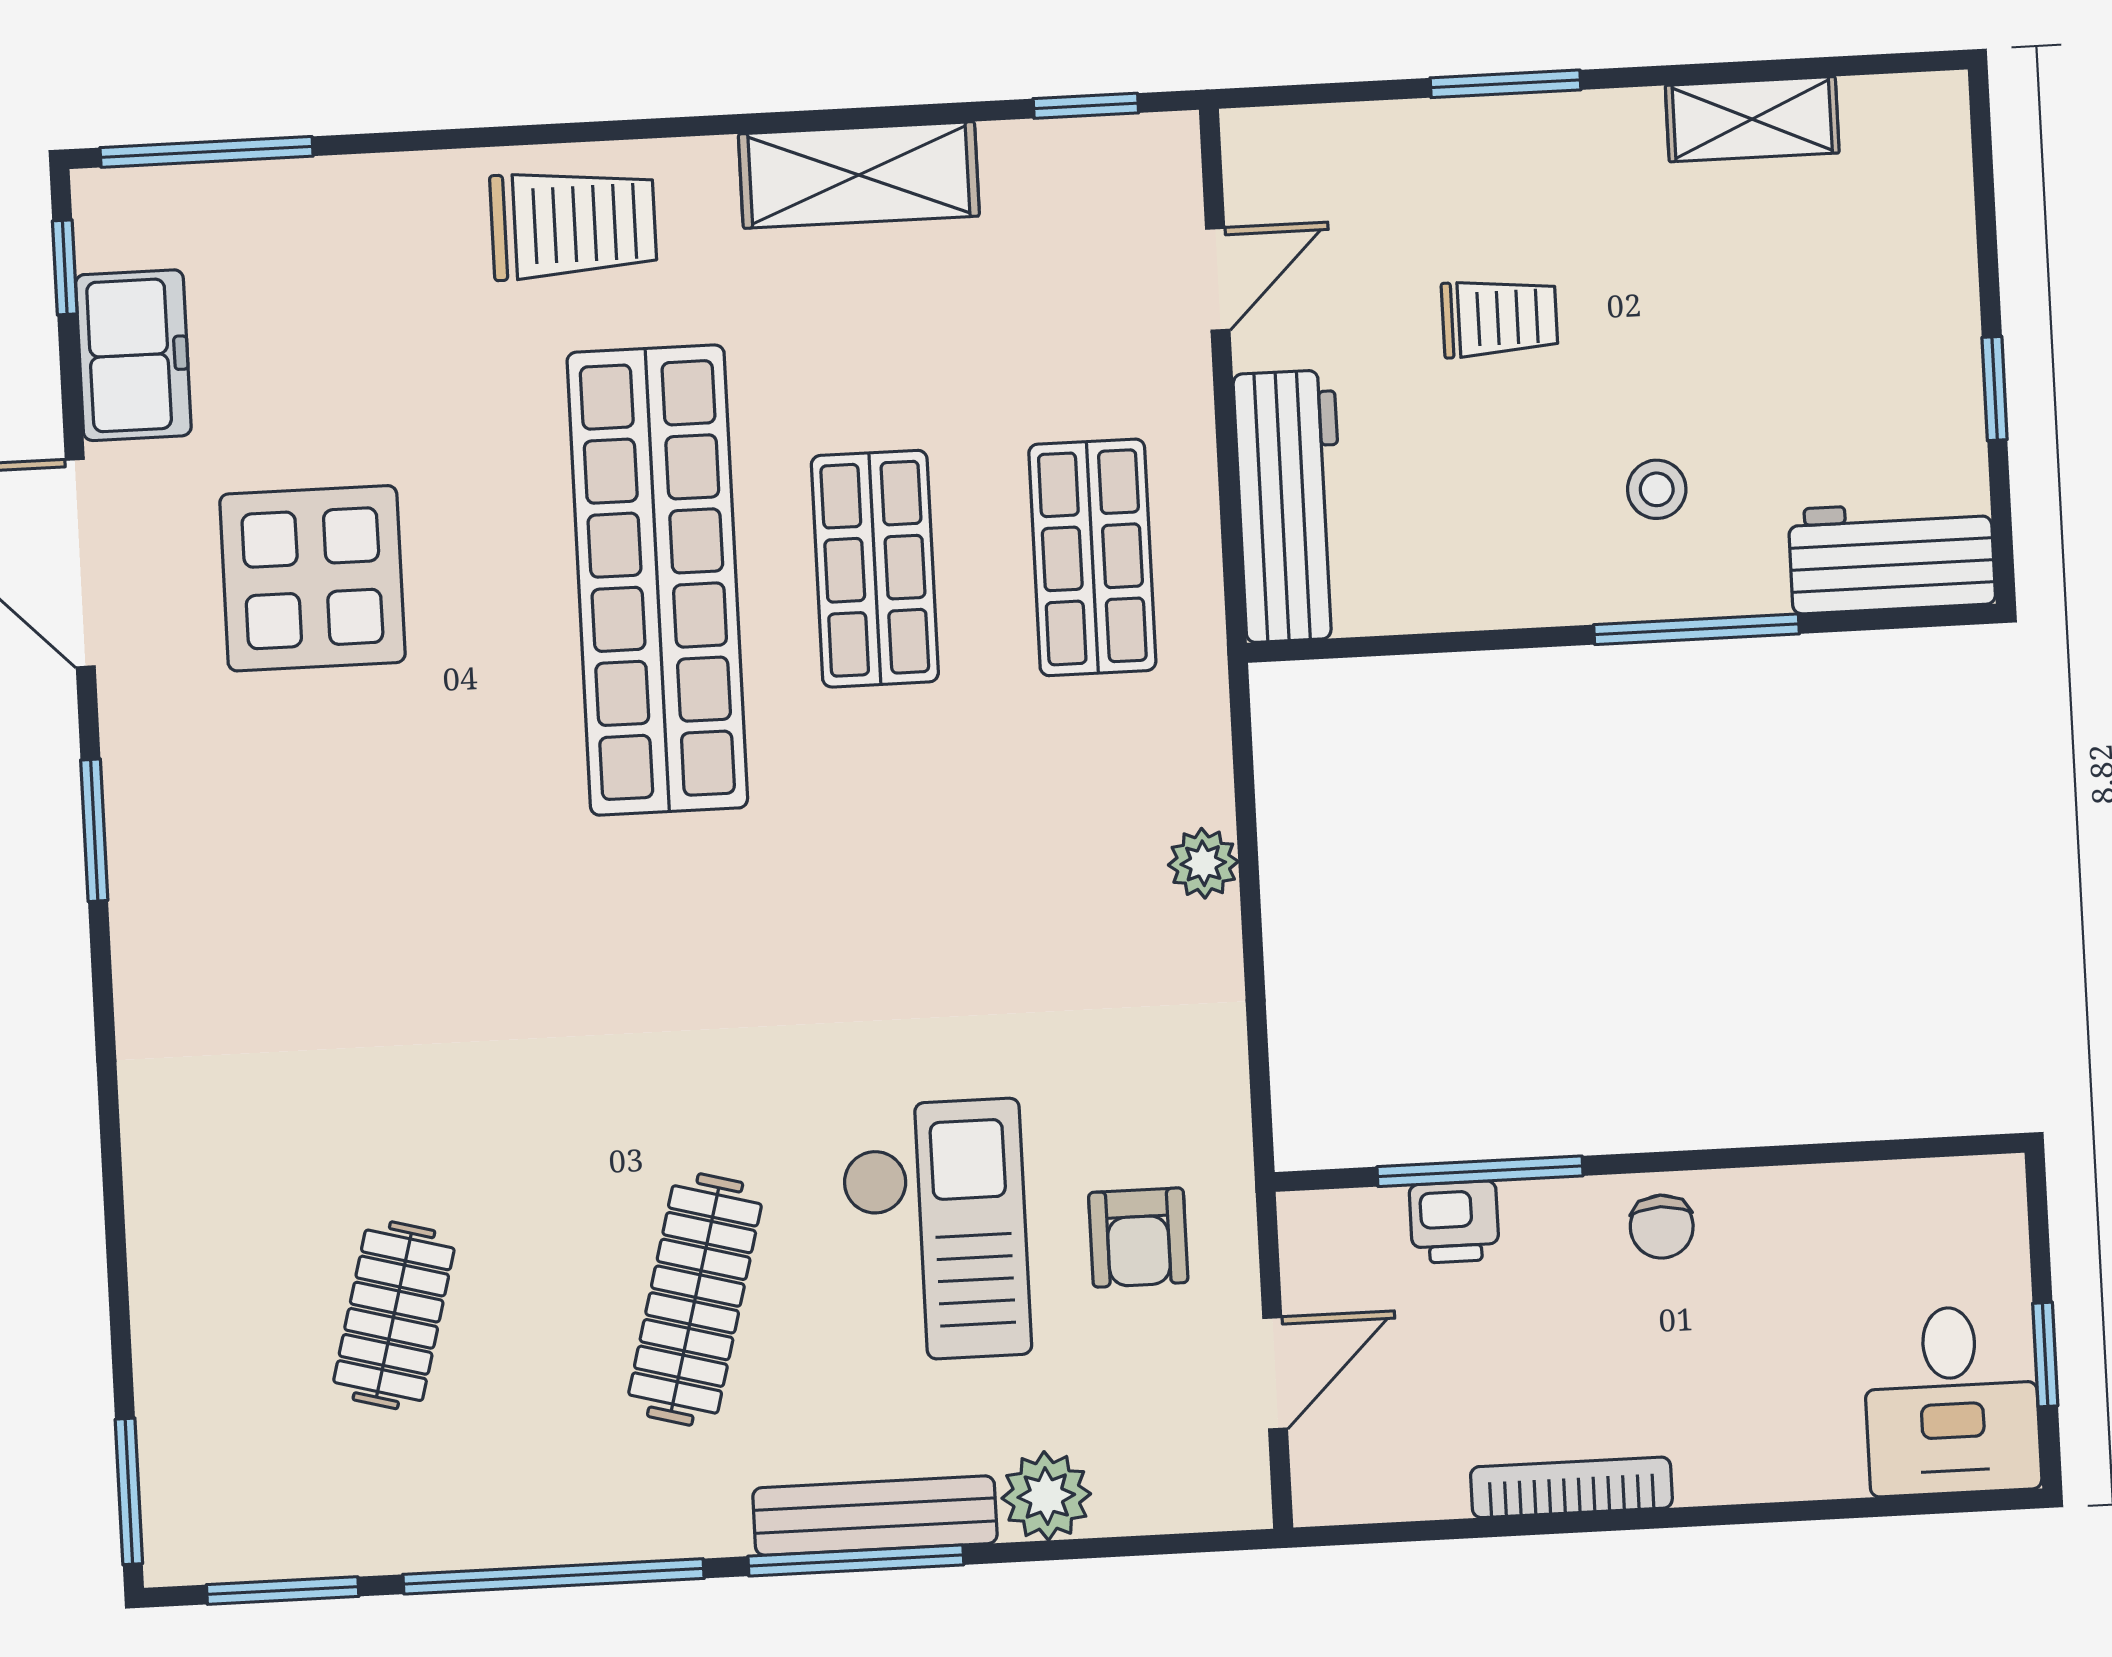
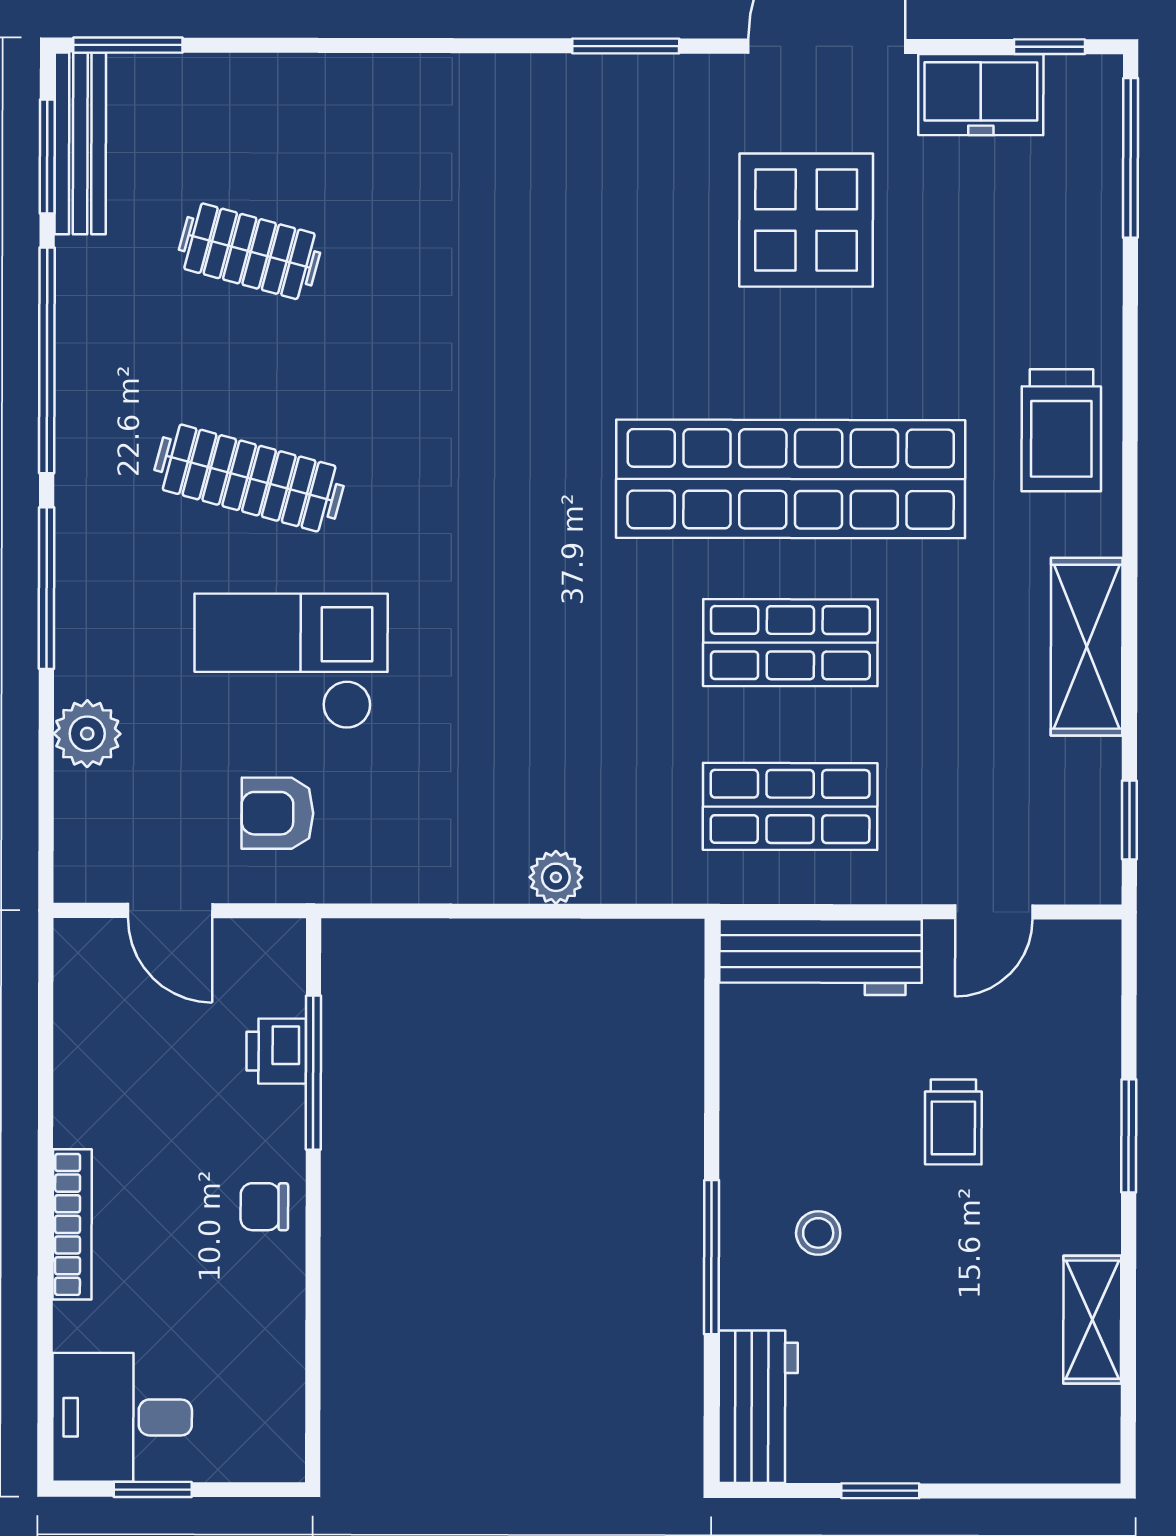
door: (1218, 279) -> (994, 912), hinge flipped
checkout: (935, 1230) -> (291, 661), turned 180
bookcase: (1571, 1487) -> (72, 1224), moved
bench: (875, 1516) -> (80, 143), moved

